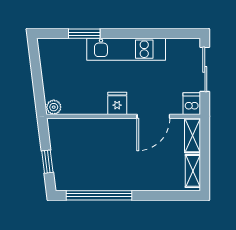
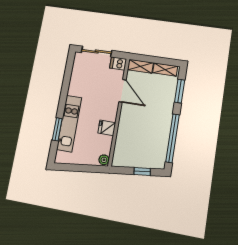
kitchen unit: (126, 49) -> (69, 123), moved
fridge: (117, 103) -> (107, 128), moved
window: (166, 195) -> (180, 91), added

